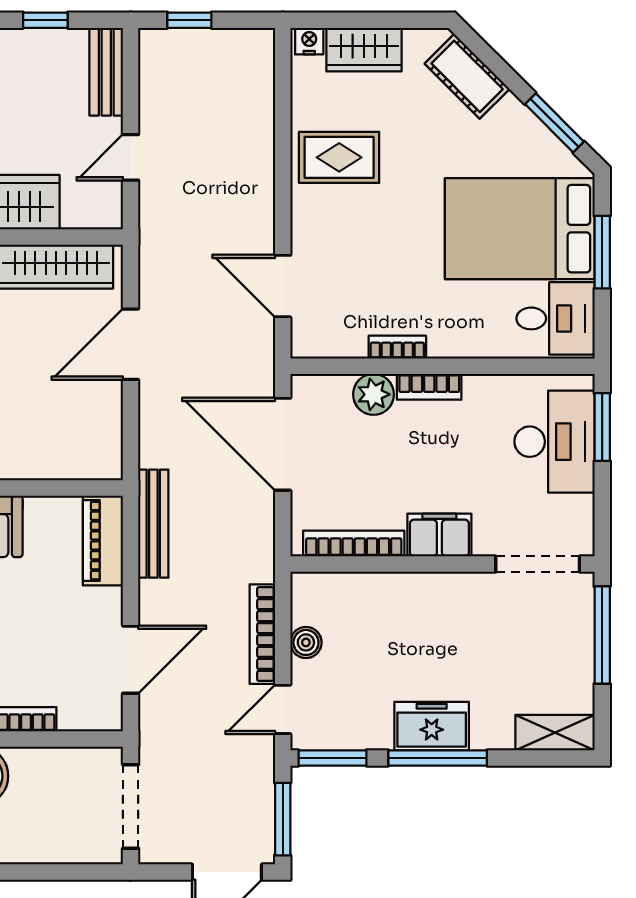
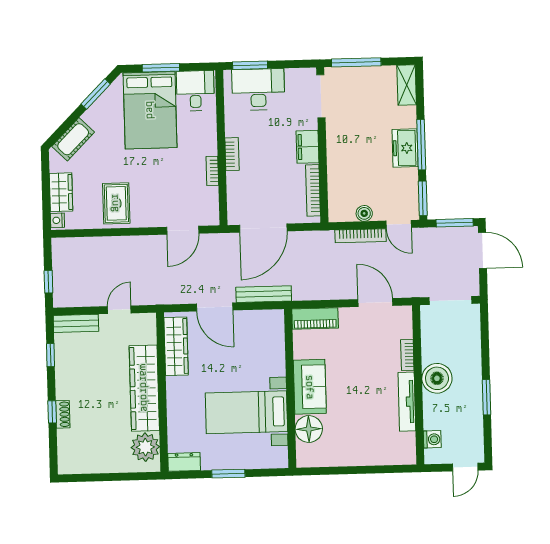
door: (131, 157) -> (119, 310), swing flipped
plant: (373, 394) -> (237, 182), removed
bench: (153, 524) -> (264, 294), moved

